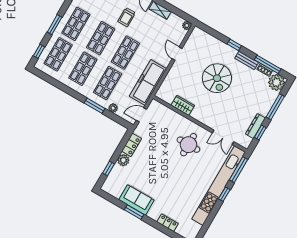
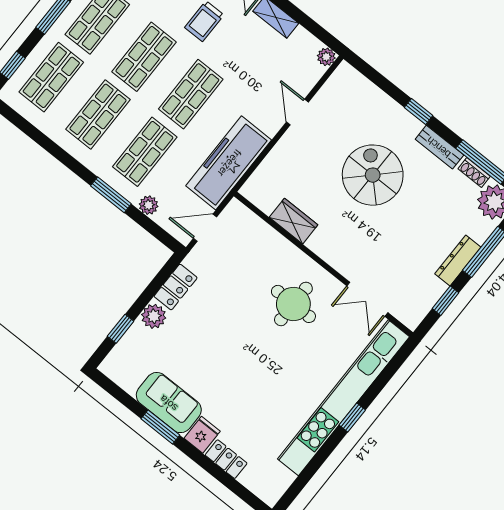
spiral stairs: (217, 78) -> (373, 175), turned 180
dresser: (255, 126) -> (458, 260), moved
window: (239, 170) -> (389, 371), removed
fridge: (154, 213) -> (202, 435), added

